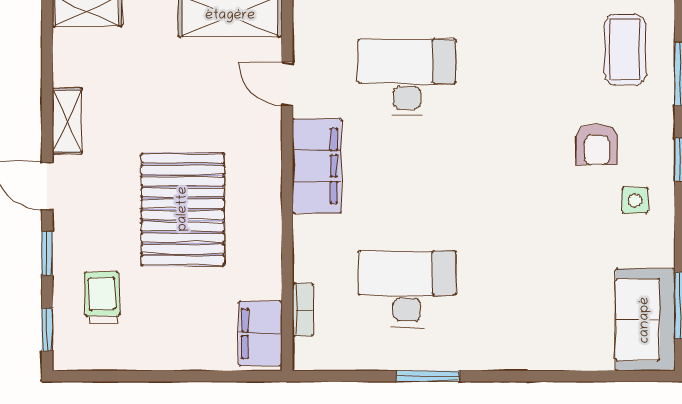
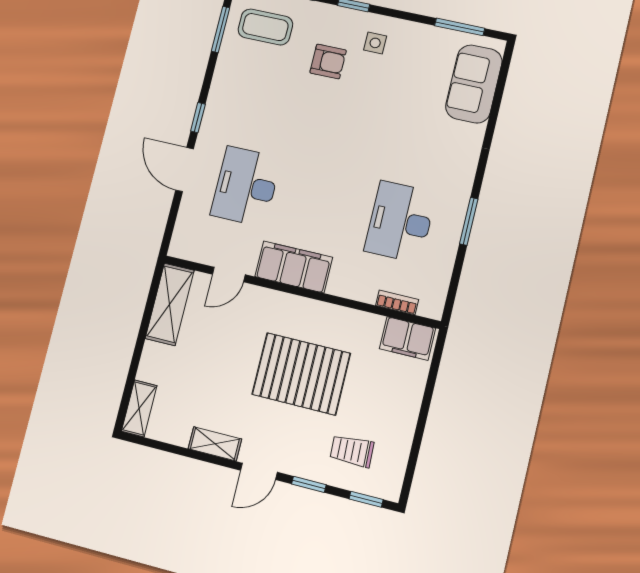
sofa: (645, 320) -> (474, 84), moved, turned 90

